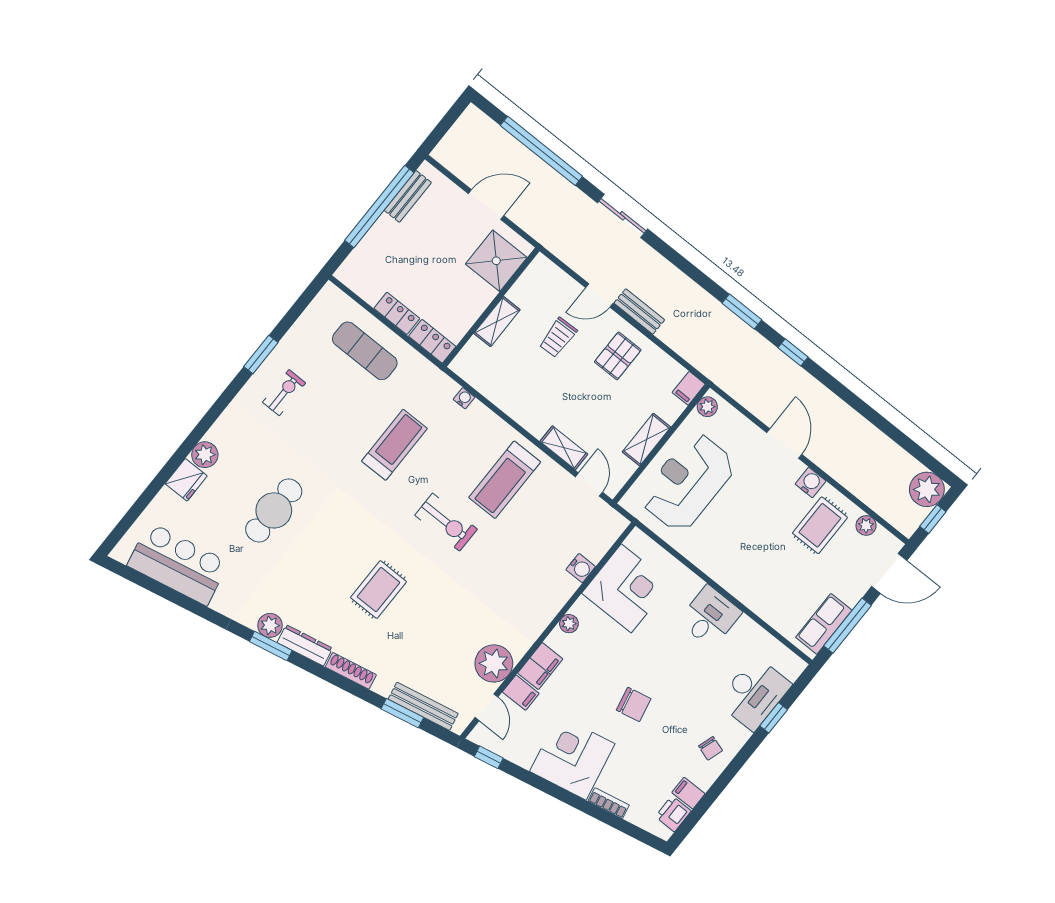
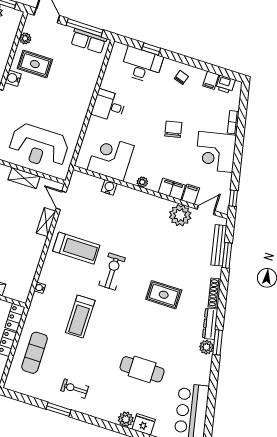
treadmill: (394, 445) -> (80, 316), turned -90
door: (589, 485) -> (61, 200), hinge flipped

